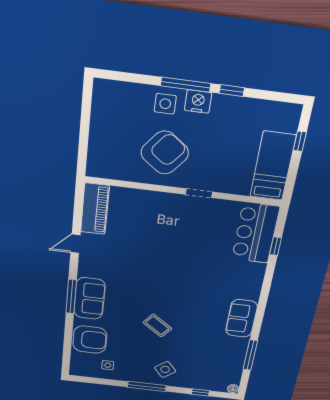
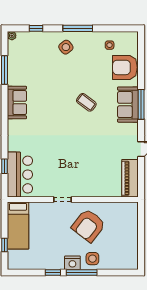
coffee table: (157, 325) -> (86, 102), moved

